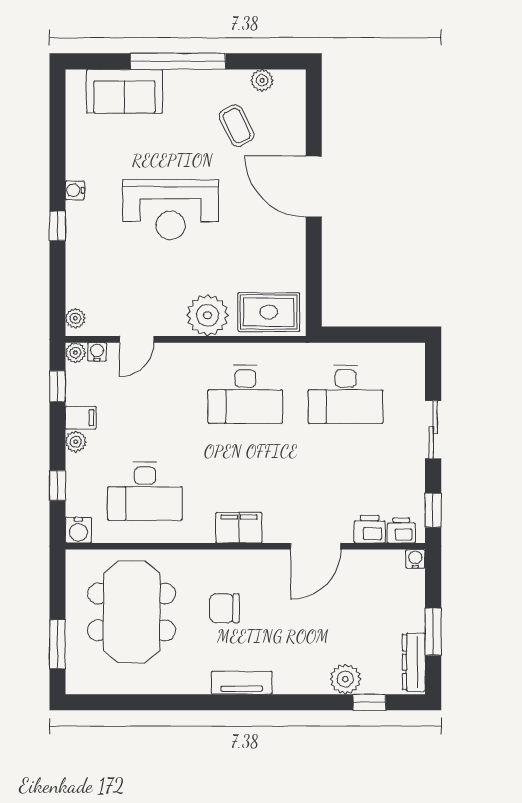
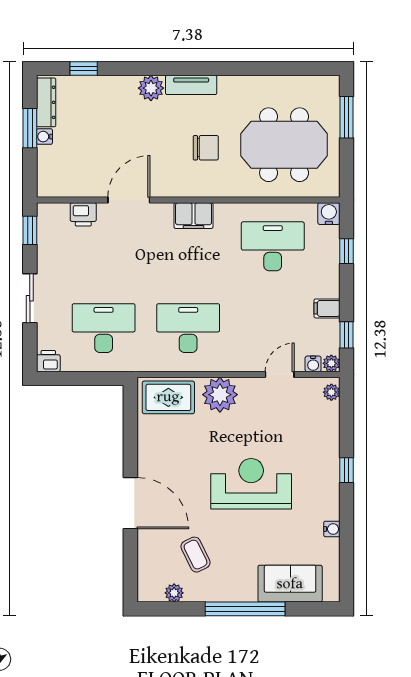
water cooler: (75, 190) -> (332, 529), moved
plant: (76, 442) -> (331, 288), removed
printer: (401, 530) -> (48, 361), moved, turned 180
water cooler: (415, 559) -> (44, 137), moved, turned 90
meeting table: (132, 612) -> (284, 145), turned 90
plant: (345, 679) -> (151, 88), moved

